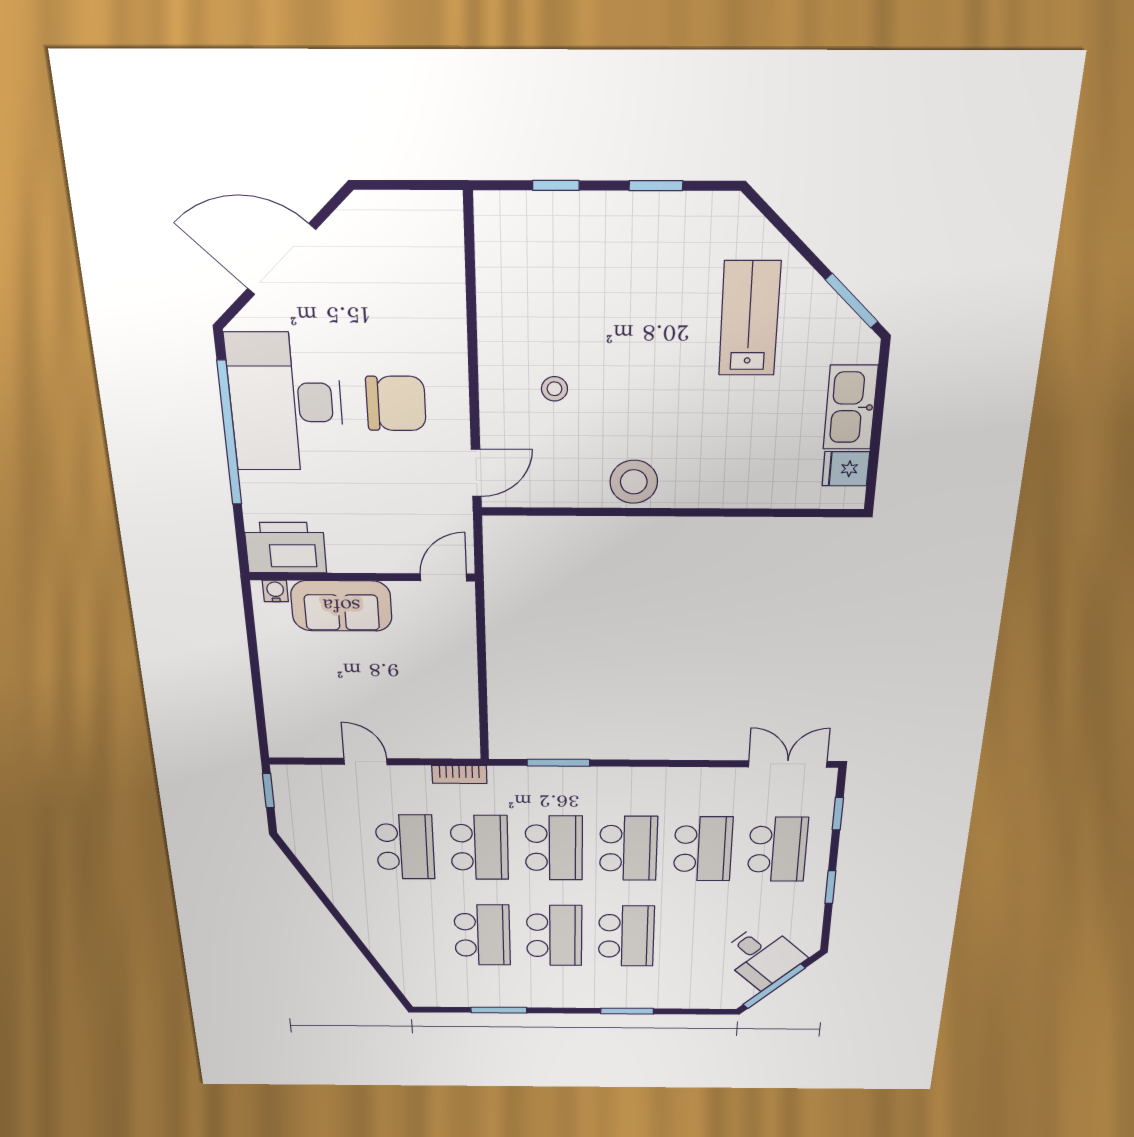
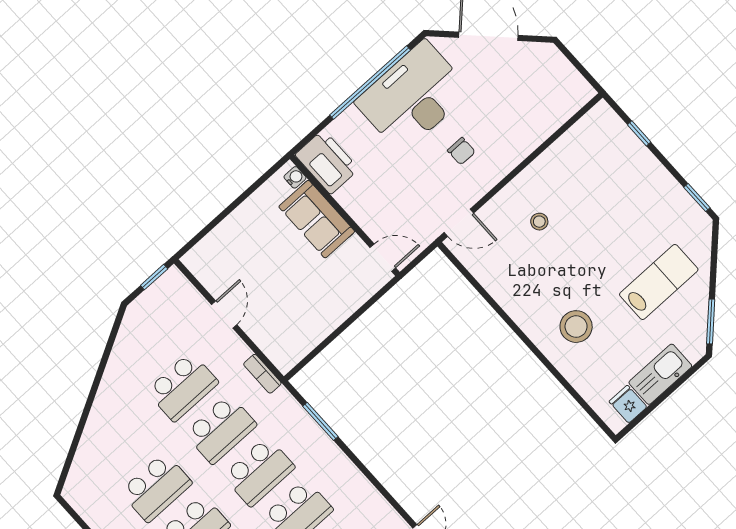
window: (656, 186) -> (697, 198), moved
chair: (396, 403) -> (461, 151), width x0.54, depth x0.54
stool: (634, 482) -> (576, 327), moved

